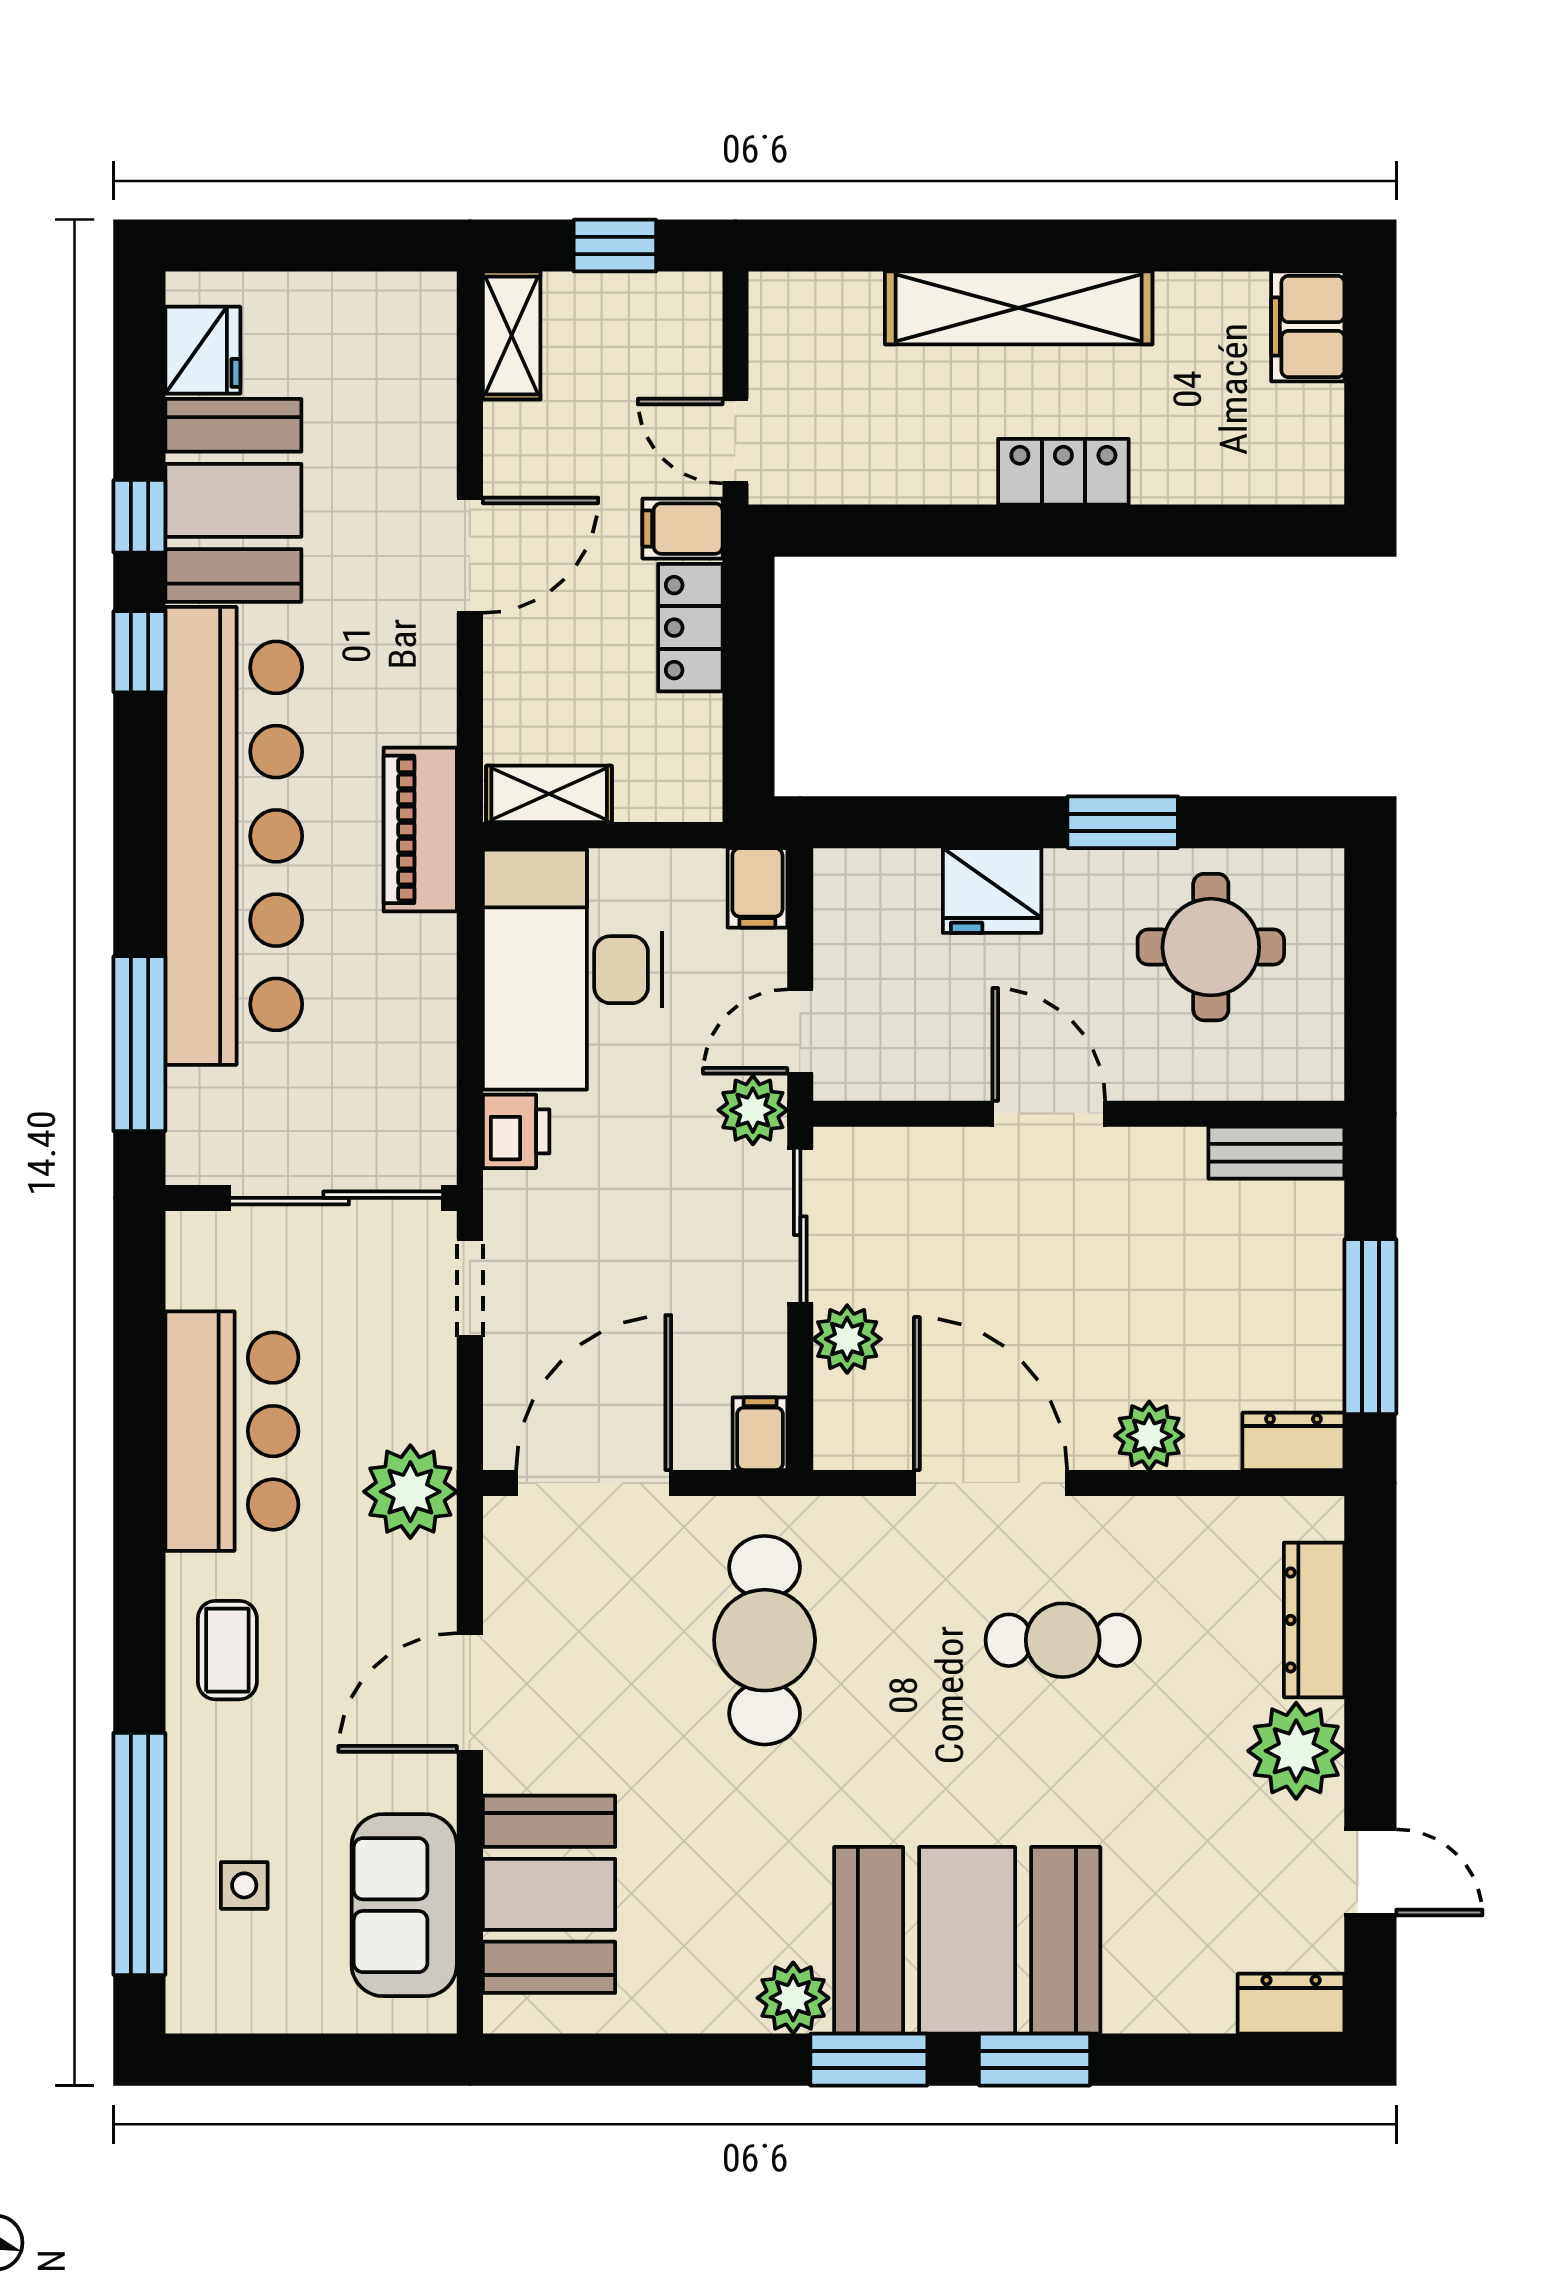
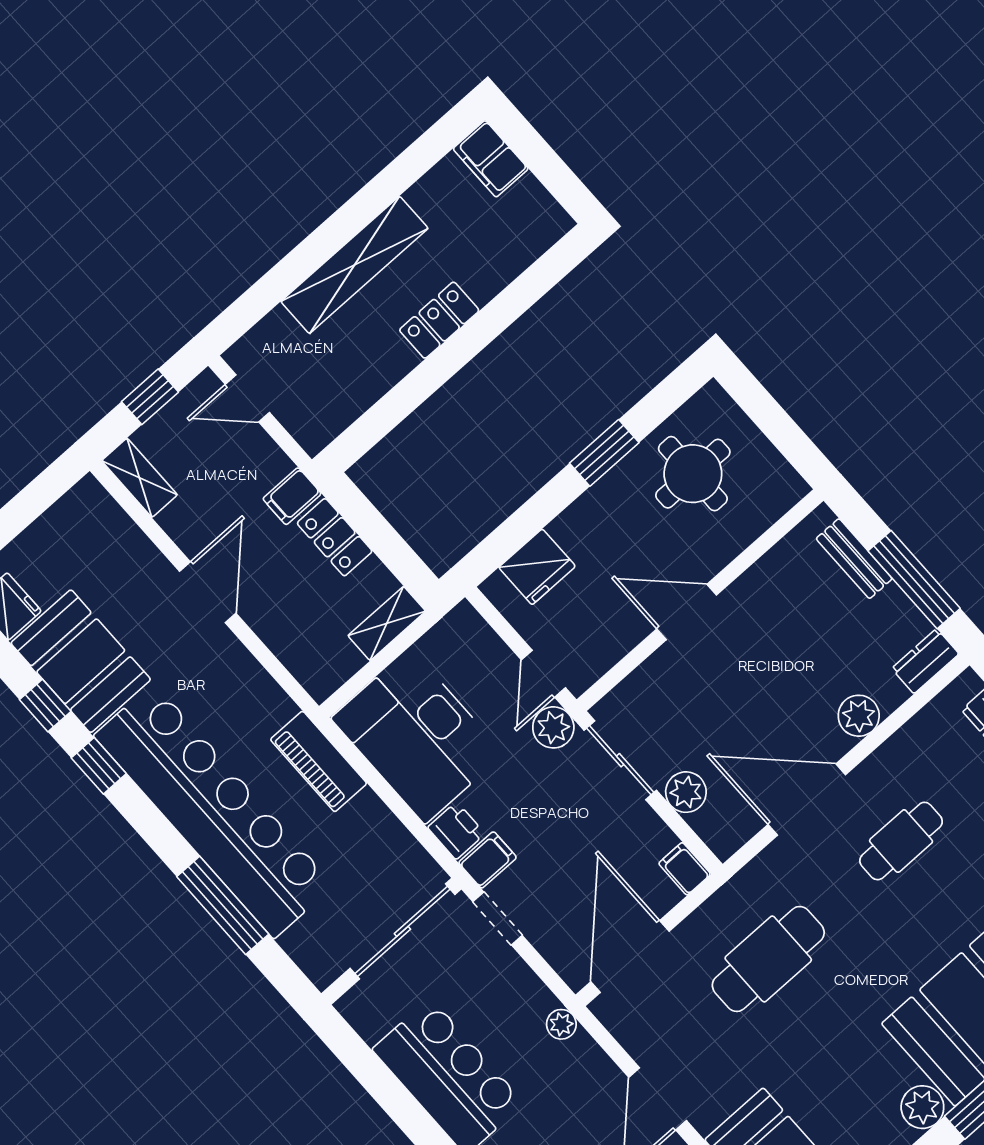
door: (735, 441) -> (247, 398), moved
shelving: (549, 794) -> (387, 623), moved
piano: (420, 829) -> (319, 761), moved
filing cabinet: (757, 888) -> (488, 860), moved, turned -90
fridge: (992, 891) -> (537, 567), moved
window: (139, 1044) -> (223, 905), moved
bench: (1276, 1153) -> (854, 559), moved, turned 90
plant: (410, 1492) -> (561, 1024), width x0.53, depth x0.53
cafe table: (765, 1640) -> (768, 959), turned 90

